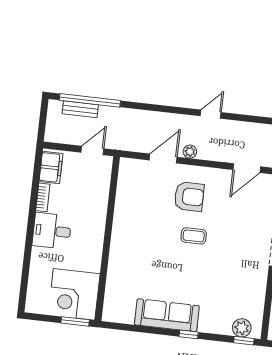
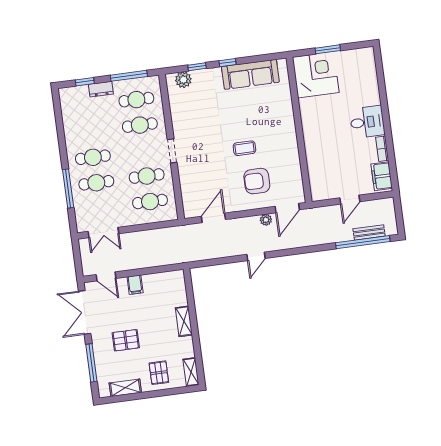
wall: (107, 239) -> (299, 130), moved
corner desk: (74, 294) -> (316, 75), moved
window: (244, 341) -> (197, 67), moved

